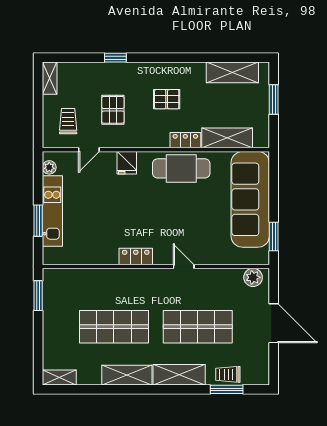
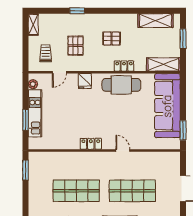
shelving: (227, 138) -> (163, 64), moved
plant: (253, 277) -> (169, 158), removed

